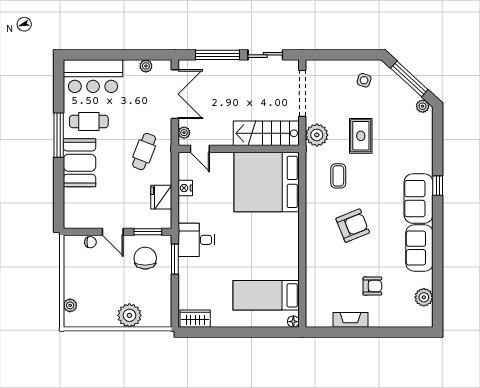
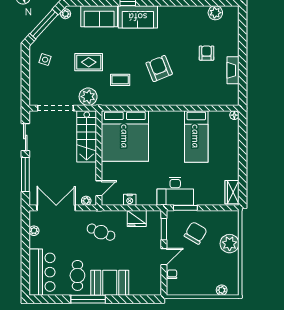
desk: (196, 240) -> (175, 191), width x1.37
sofa: (419, 248) -> (99, 16), moved
chair: (145, 258) -> (196, 233), moved, turned 120
bed: (266, 295) -> (196, 136), moved

